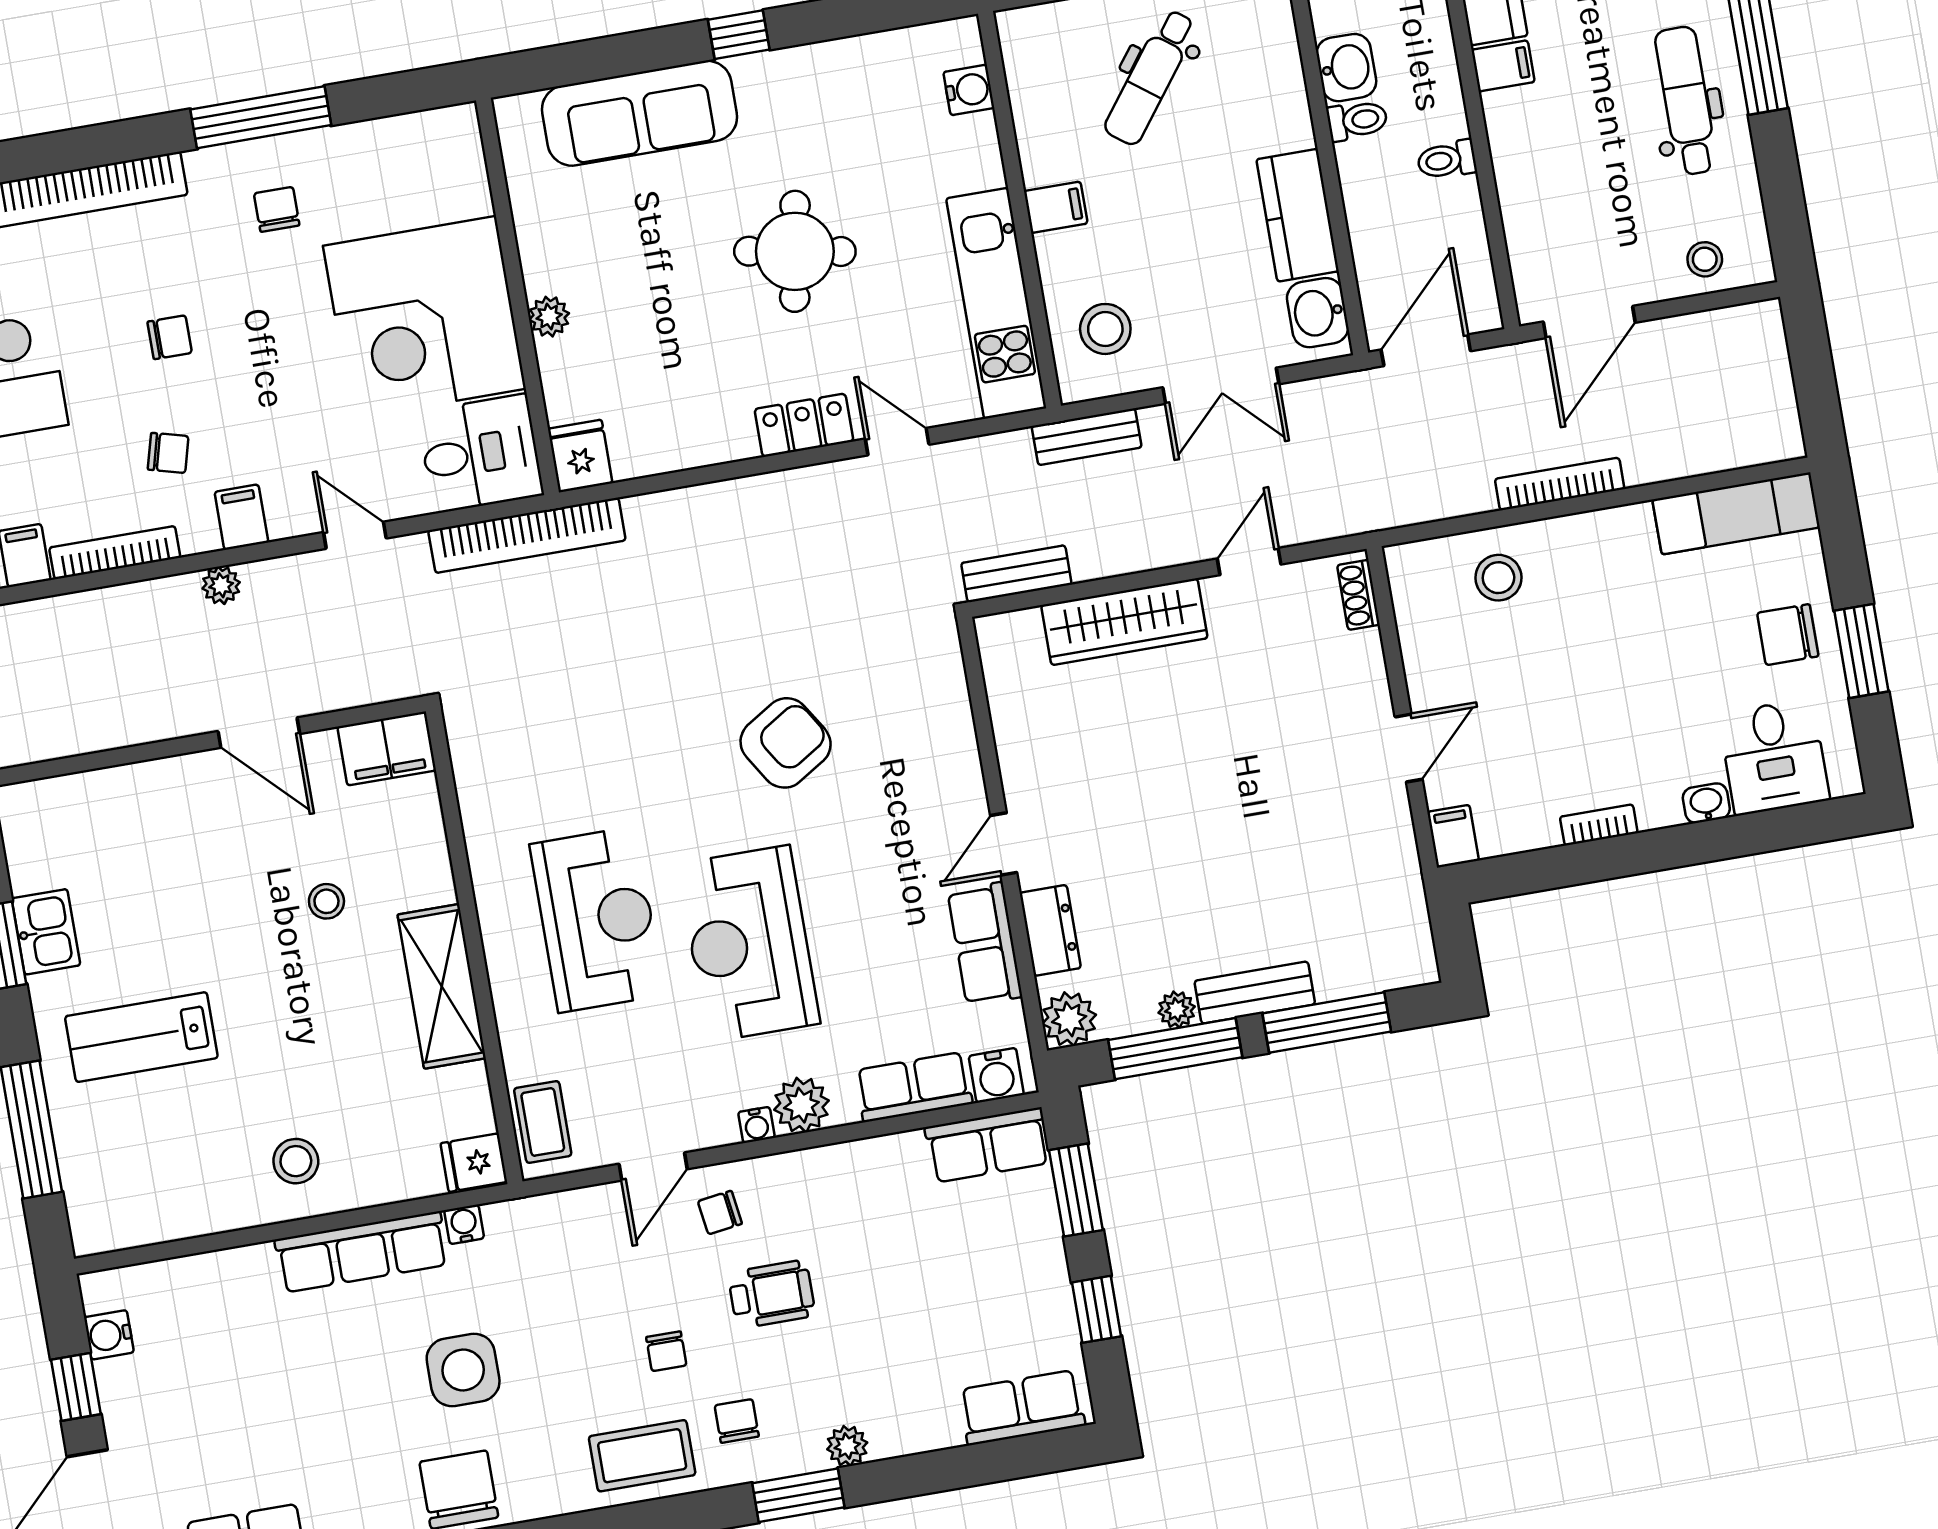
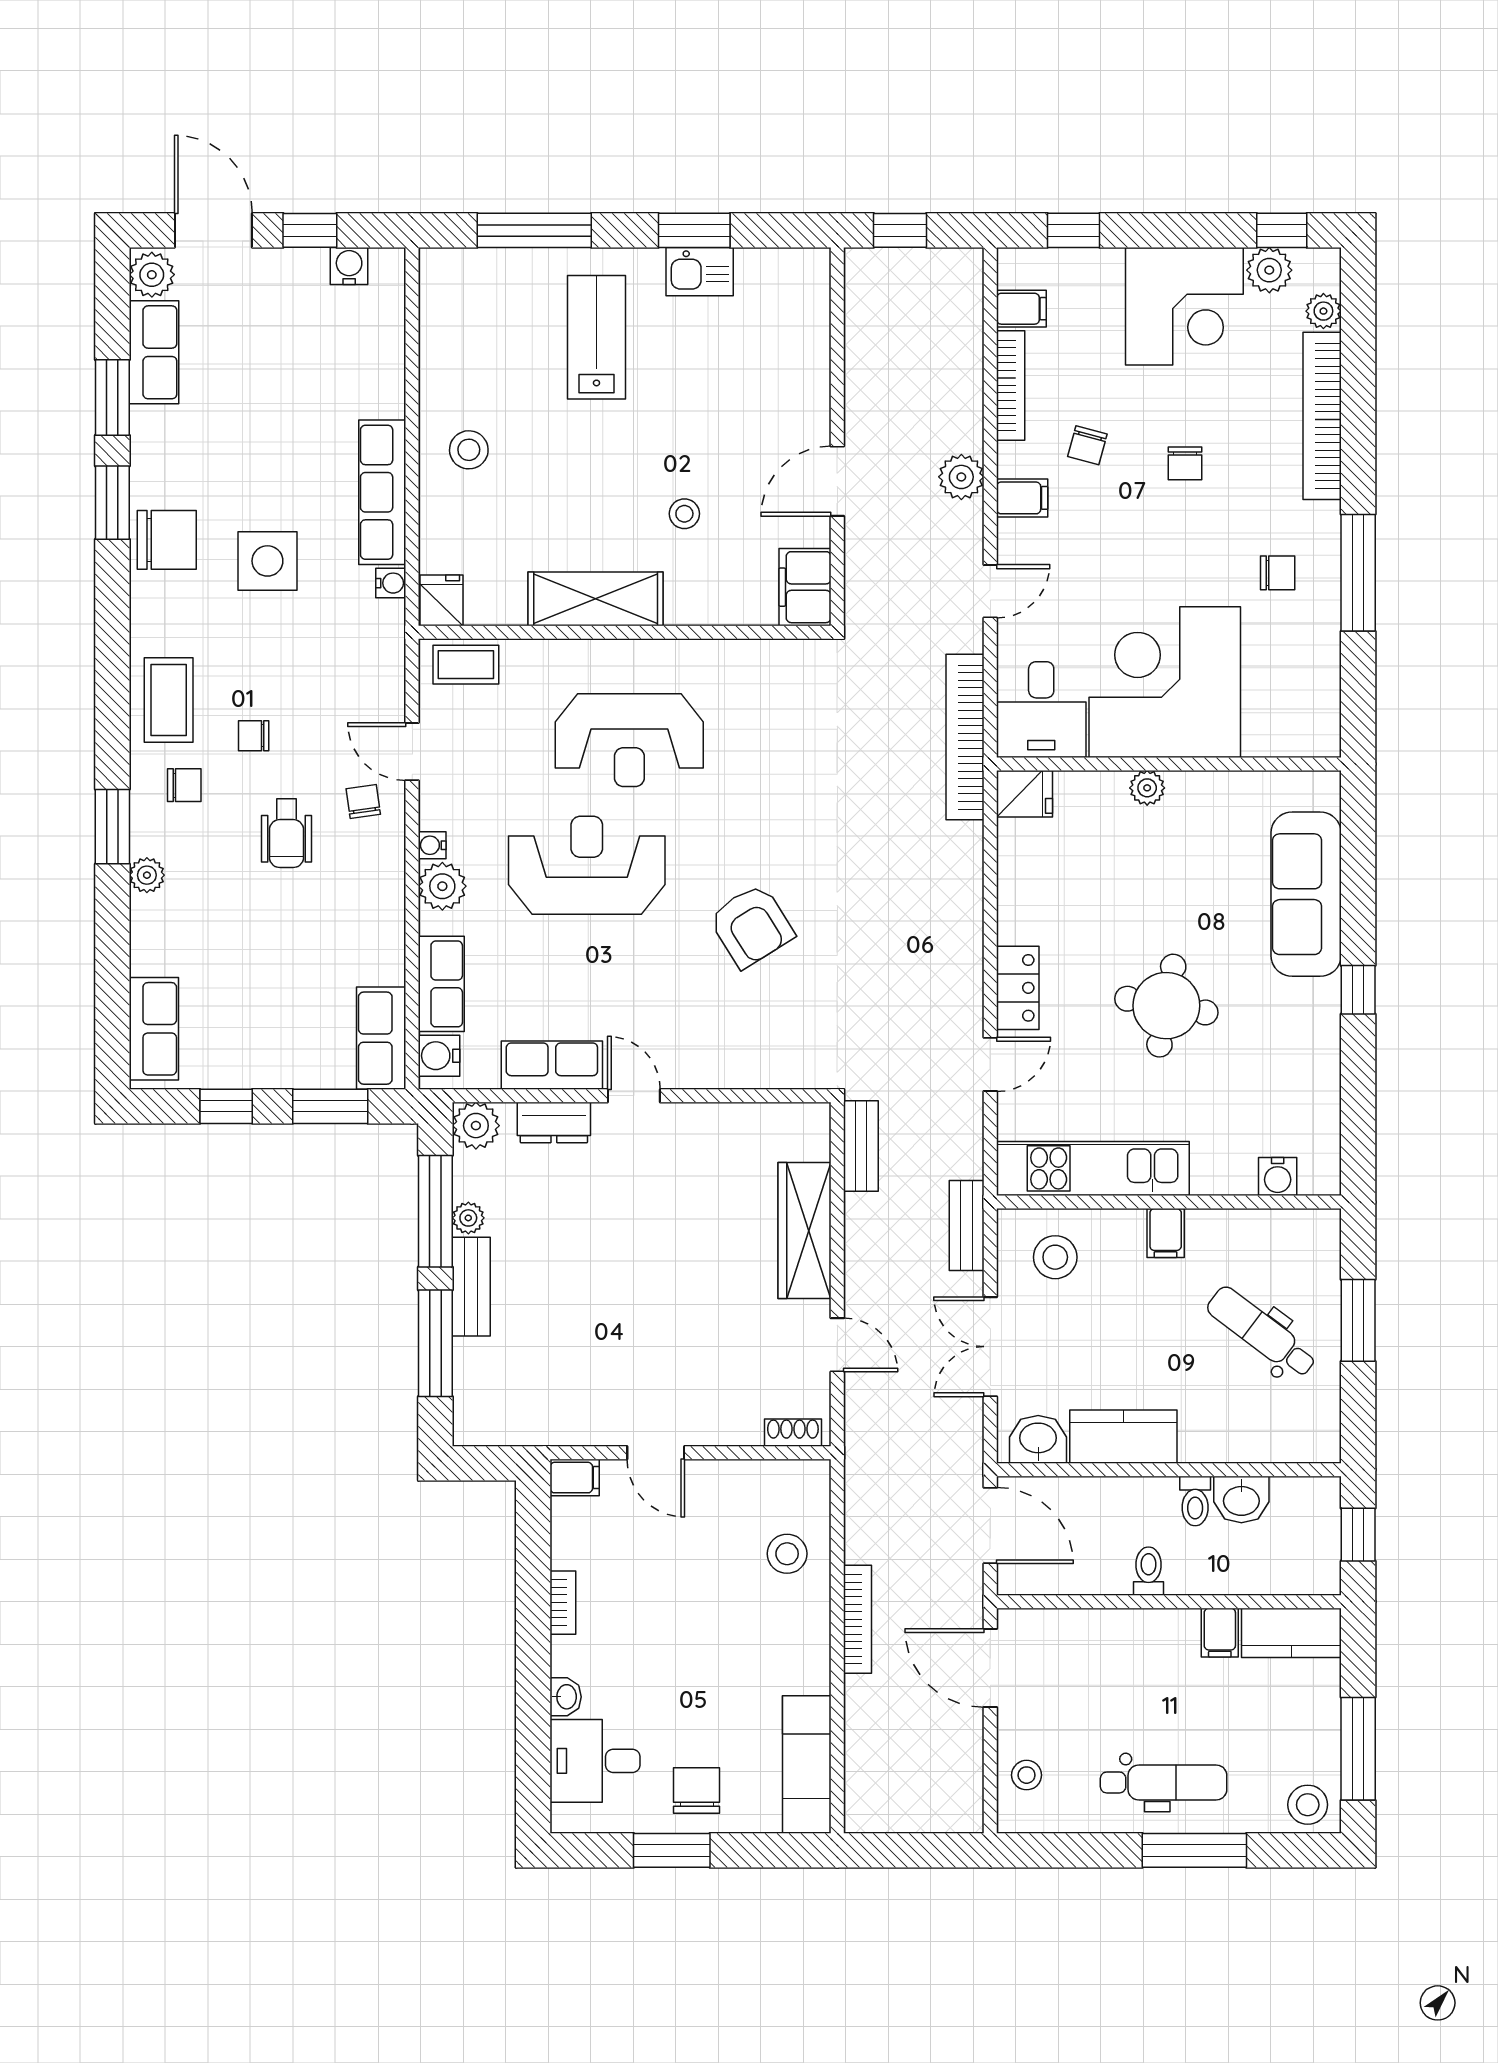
plant: (221, 585) -> (961, 477), width x1.38, depth x1.38

